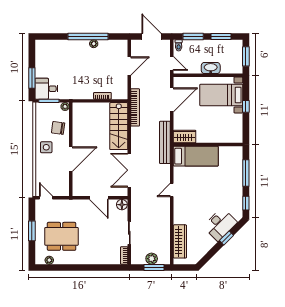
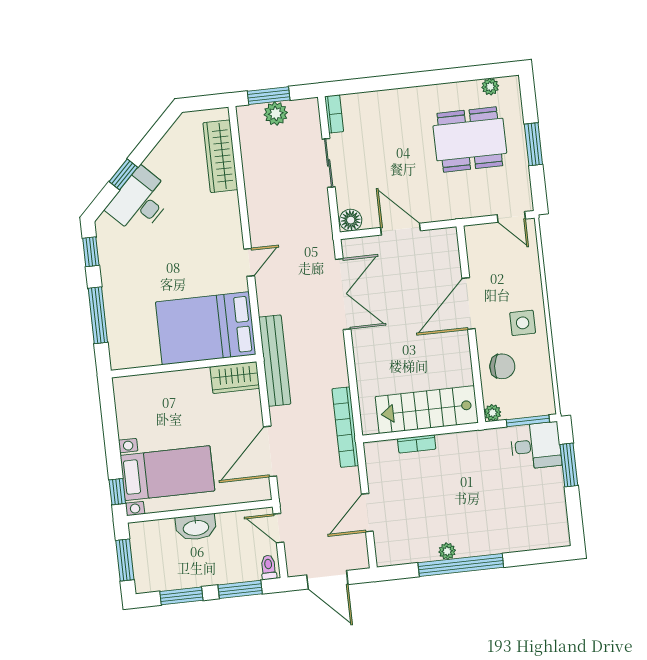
window: (246, 106) -> (117, 492), moved
stairs: (119, 126) -> (427, 410), moved, turned -90
bed: (196, 156) -> (206, 328), width x1.50

